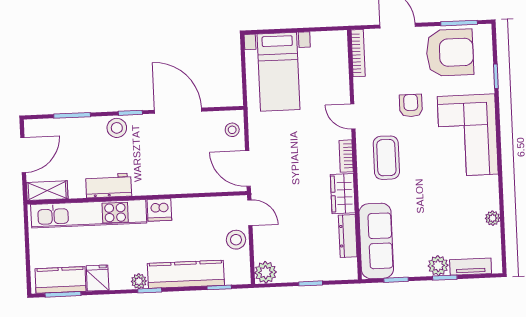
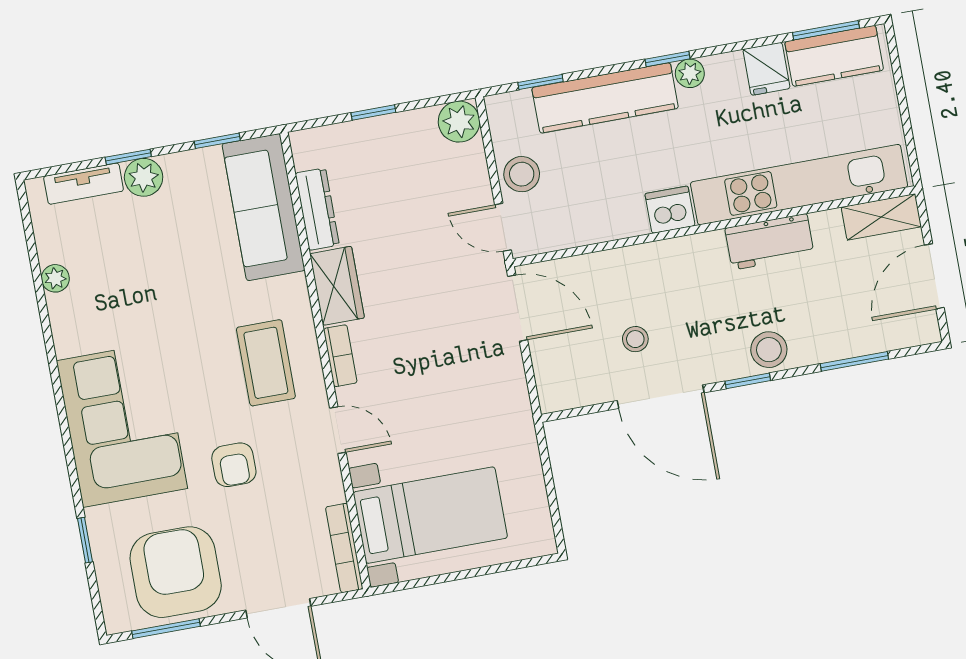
armchair: (450, 53) -> (176, 572), turned 90
bed with nightstands: (279, 72) -> (430, 515), moved, turned 90
stool: (232, 130) -> (635, 339), moved

